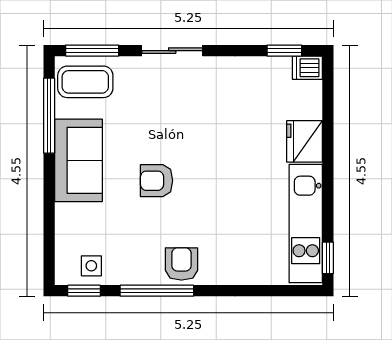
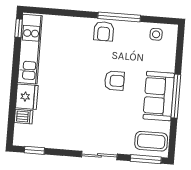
dishwasher: (307, 68) -> (24, 117), moved
window: (49, 116) -> (176, 96), moved
window: (84, 291) -> (161, 20), removed

